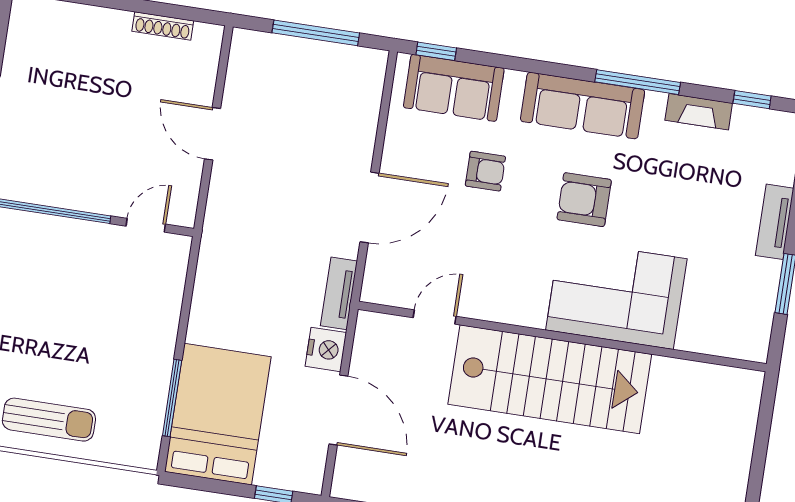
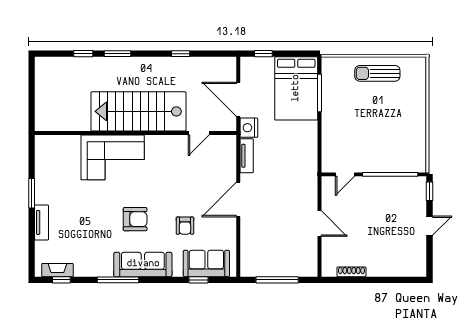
window: (436, 51) -> (199, 280), moved
fireplace: (699, 112) -> (57, 270), moved
armchair: (485, 171) -> (185, 226), turned -90
corner sofa: (616, 294) -> (113, 157), moved
door: (435, 317) -> (199, 133), moved
wall: (562, 337) -> (136, 133), moved
stairs: (550, 379) -> (138, 111), moved

